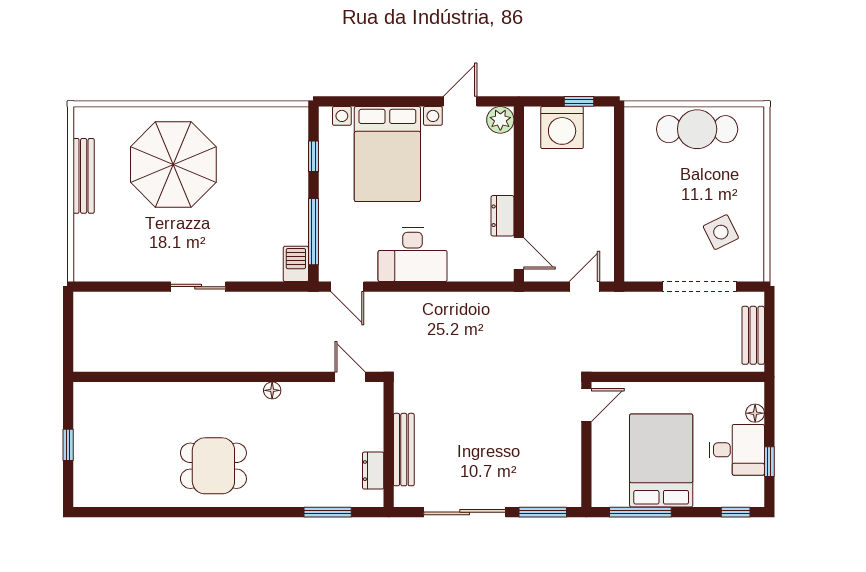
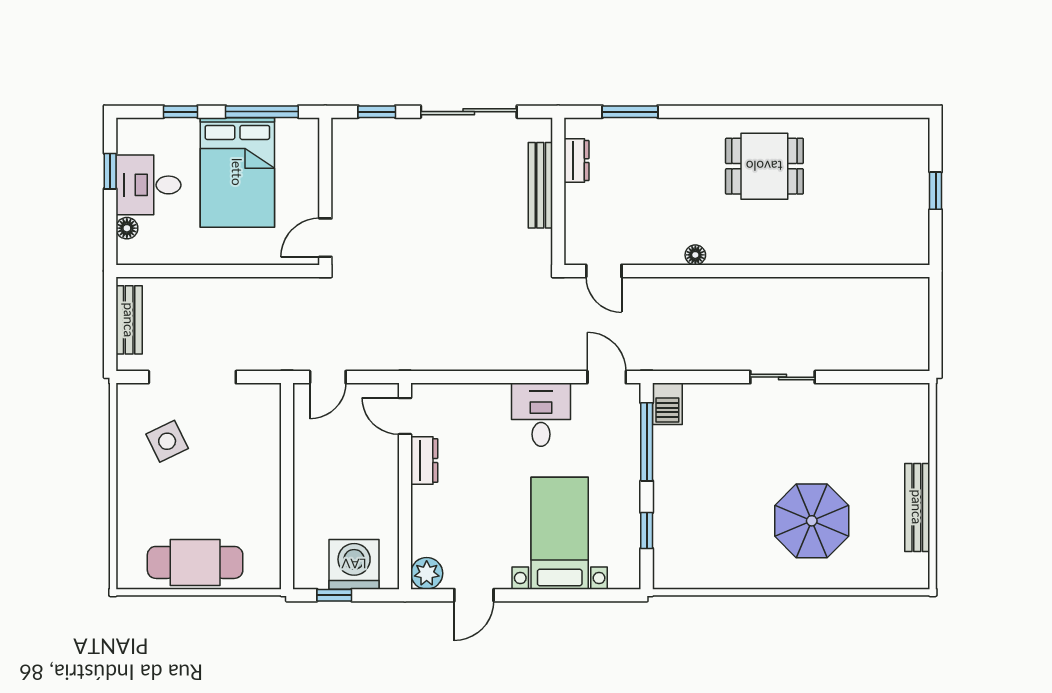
bed with nightstands: (387, 154) -> (560, 533), width x0.73
parasol: (173, 164) -> (812, 521), width x0.73, depth x0.73
desk: (413, 255) -> (541, 415), width x0.73
window: (543, 512) -> (377, 112), width x0.67
window: (736, 512) -> (181, 112), moved

